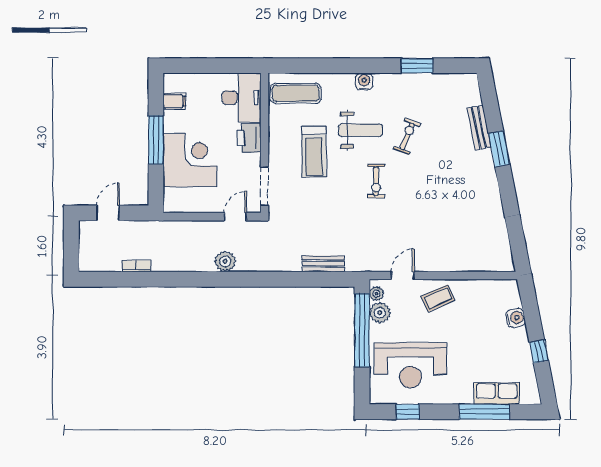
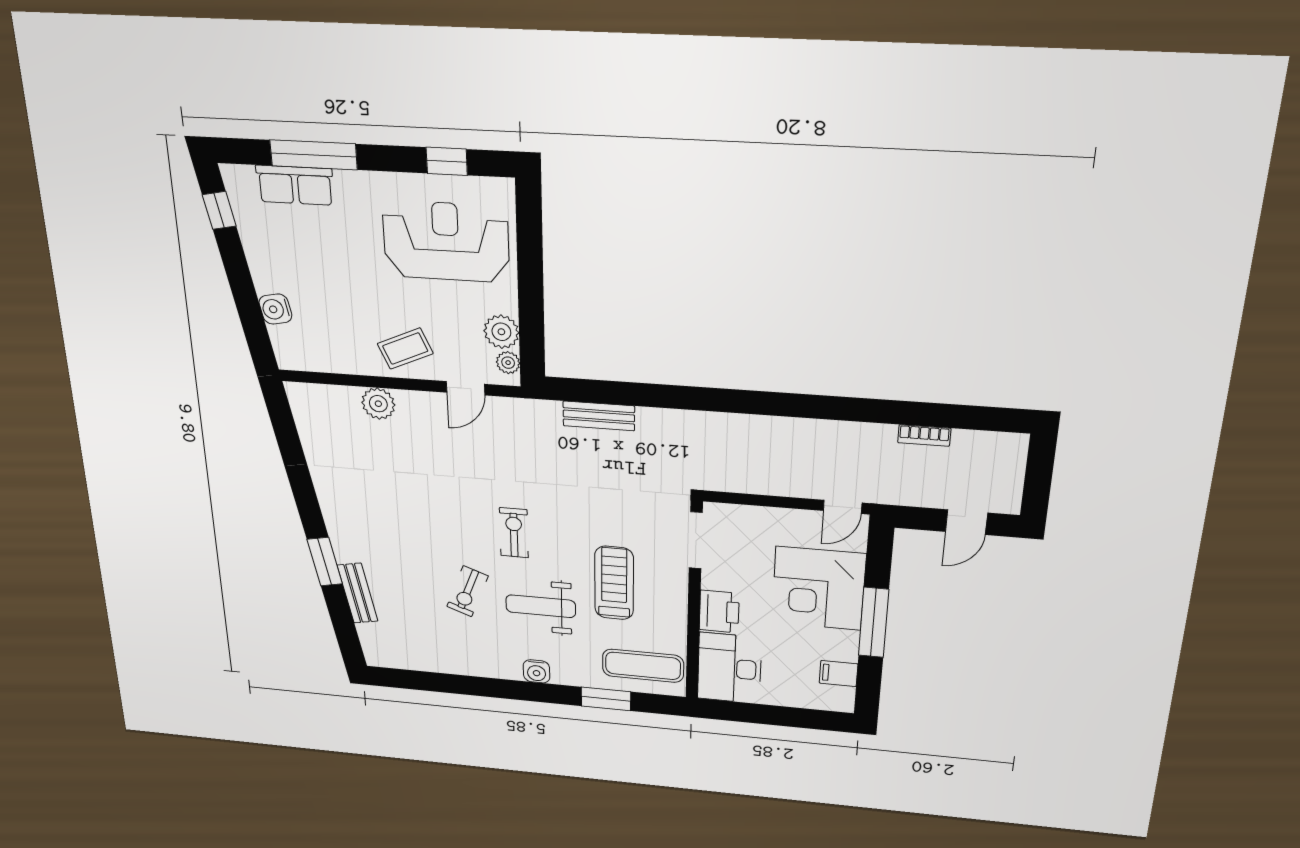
window: (417, 66) -> (606, 699), moved
door: (235, 217) -> (843, 507), moved
plant: (225, 261) -> (378, 404), moved
window: (362, 330) -> (531, 305), removed
window: (539, 351) -> (219, 210), moved

